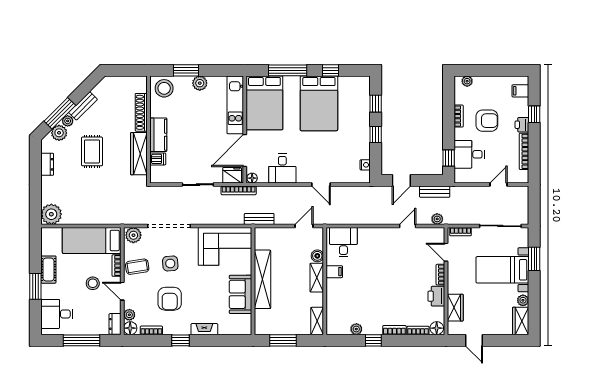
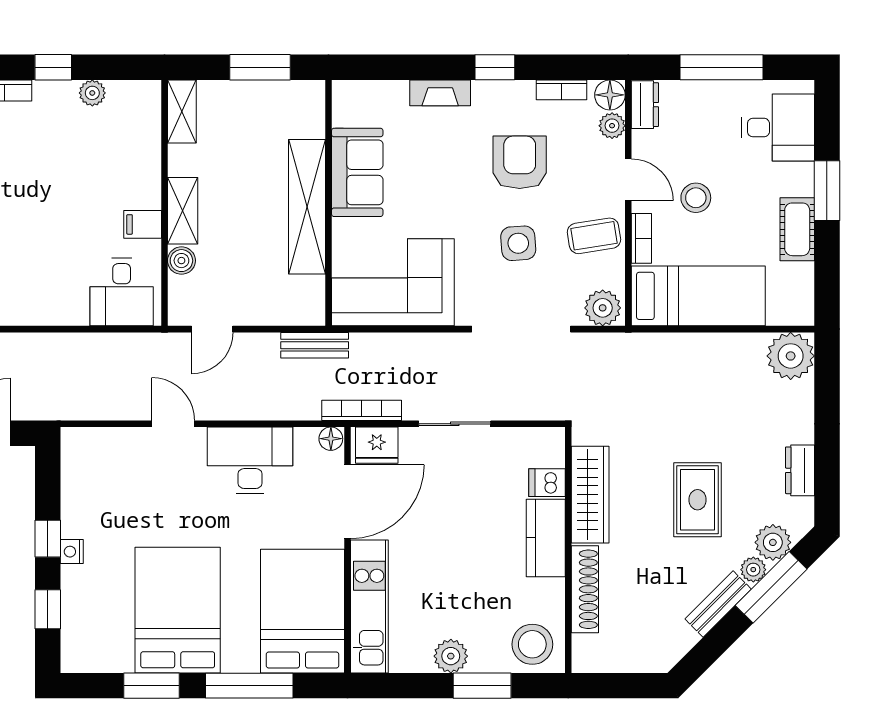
window: (330, 70) -> (151, 686), width x1.50
nightstand: (365, 165) -> (72, 552), moved
desk: (282, 169) -> (250, 460), width x1.37

